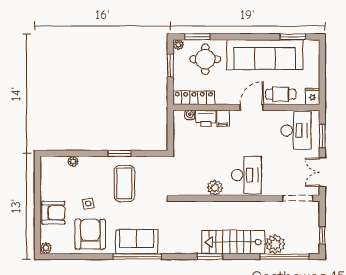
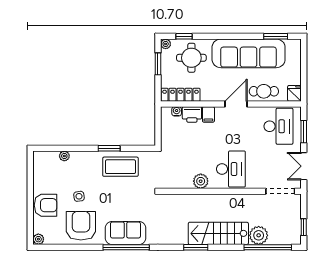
window: (198, 37) -> (184, 36), width x0.67
coffee table: (124, 184) -> (120, 167), moved, turned 90

